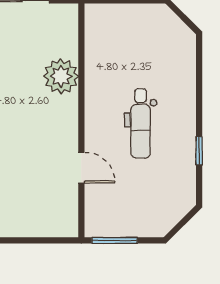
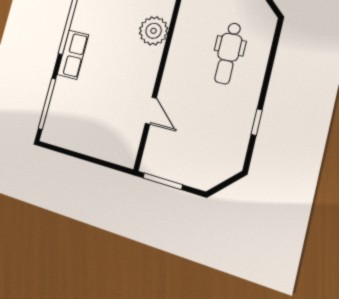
dental chair: (141, 123) -> (228, 53), moved

